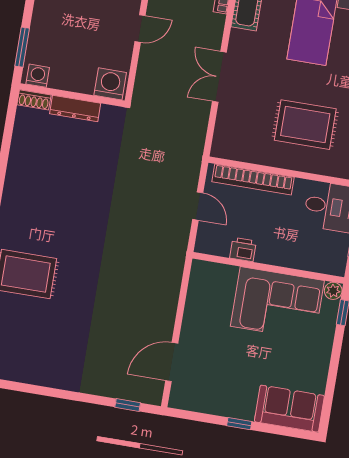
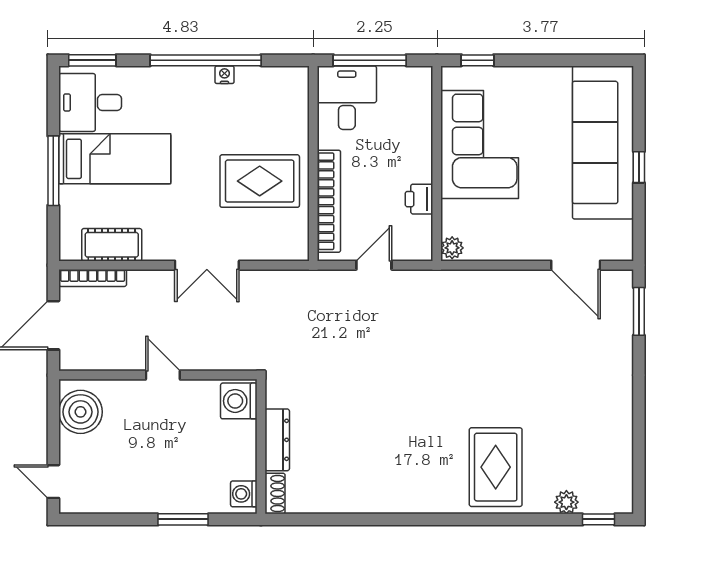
window: (22, 47) -> (183, 519), moved
rug: (305, 125) -> (260, 181), moved, turned 90
plant: (333, 291) -> (452, 248), moved
window: (128, 405) -> (639, 311), width x1.50
sofa: (289, 409) -> (603, 142), width x1.85, depth x1.27

